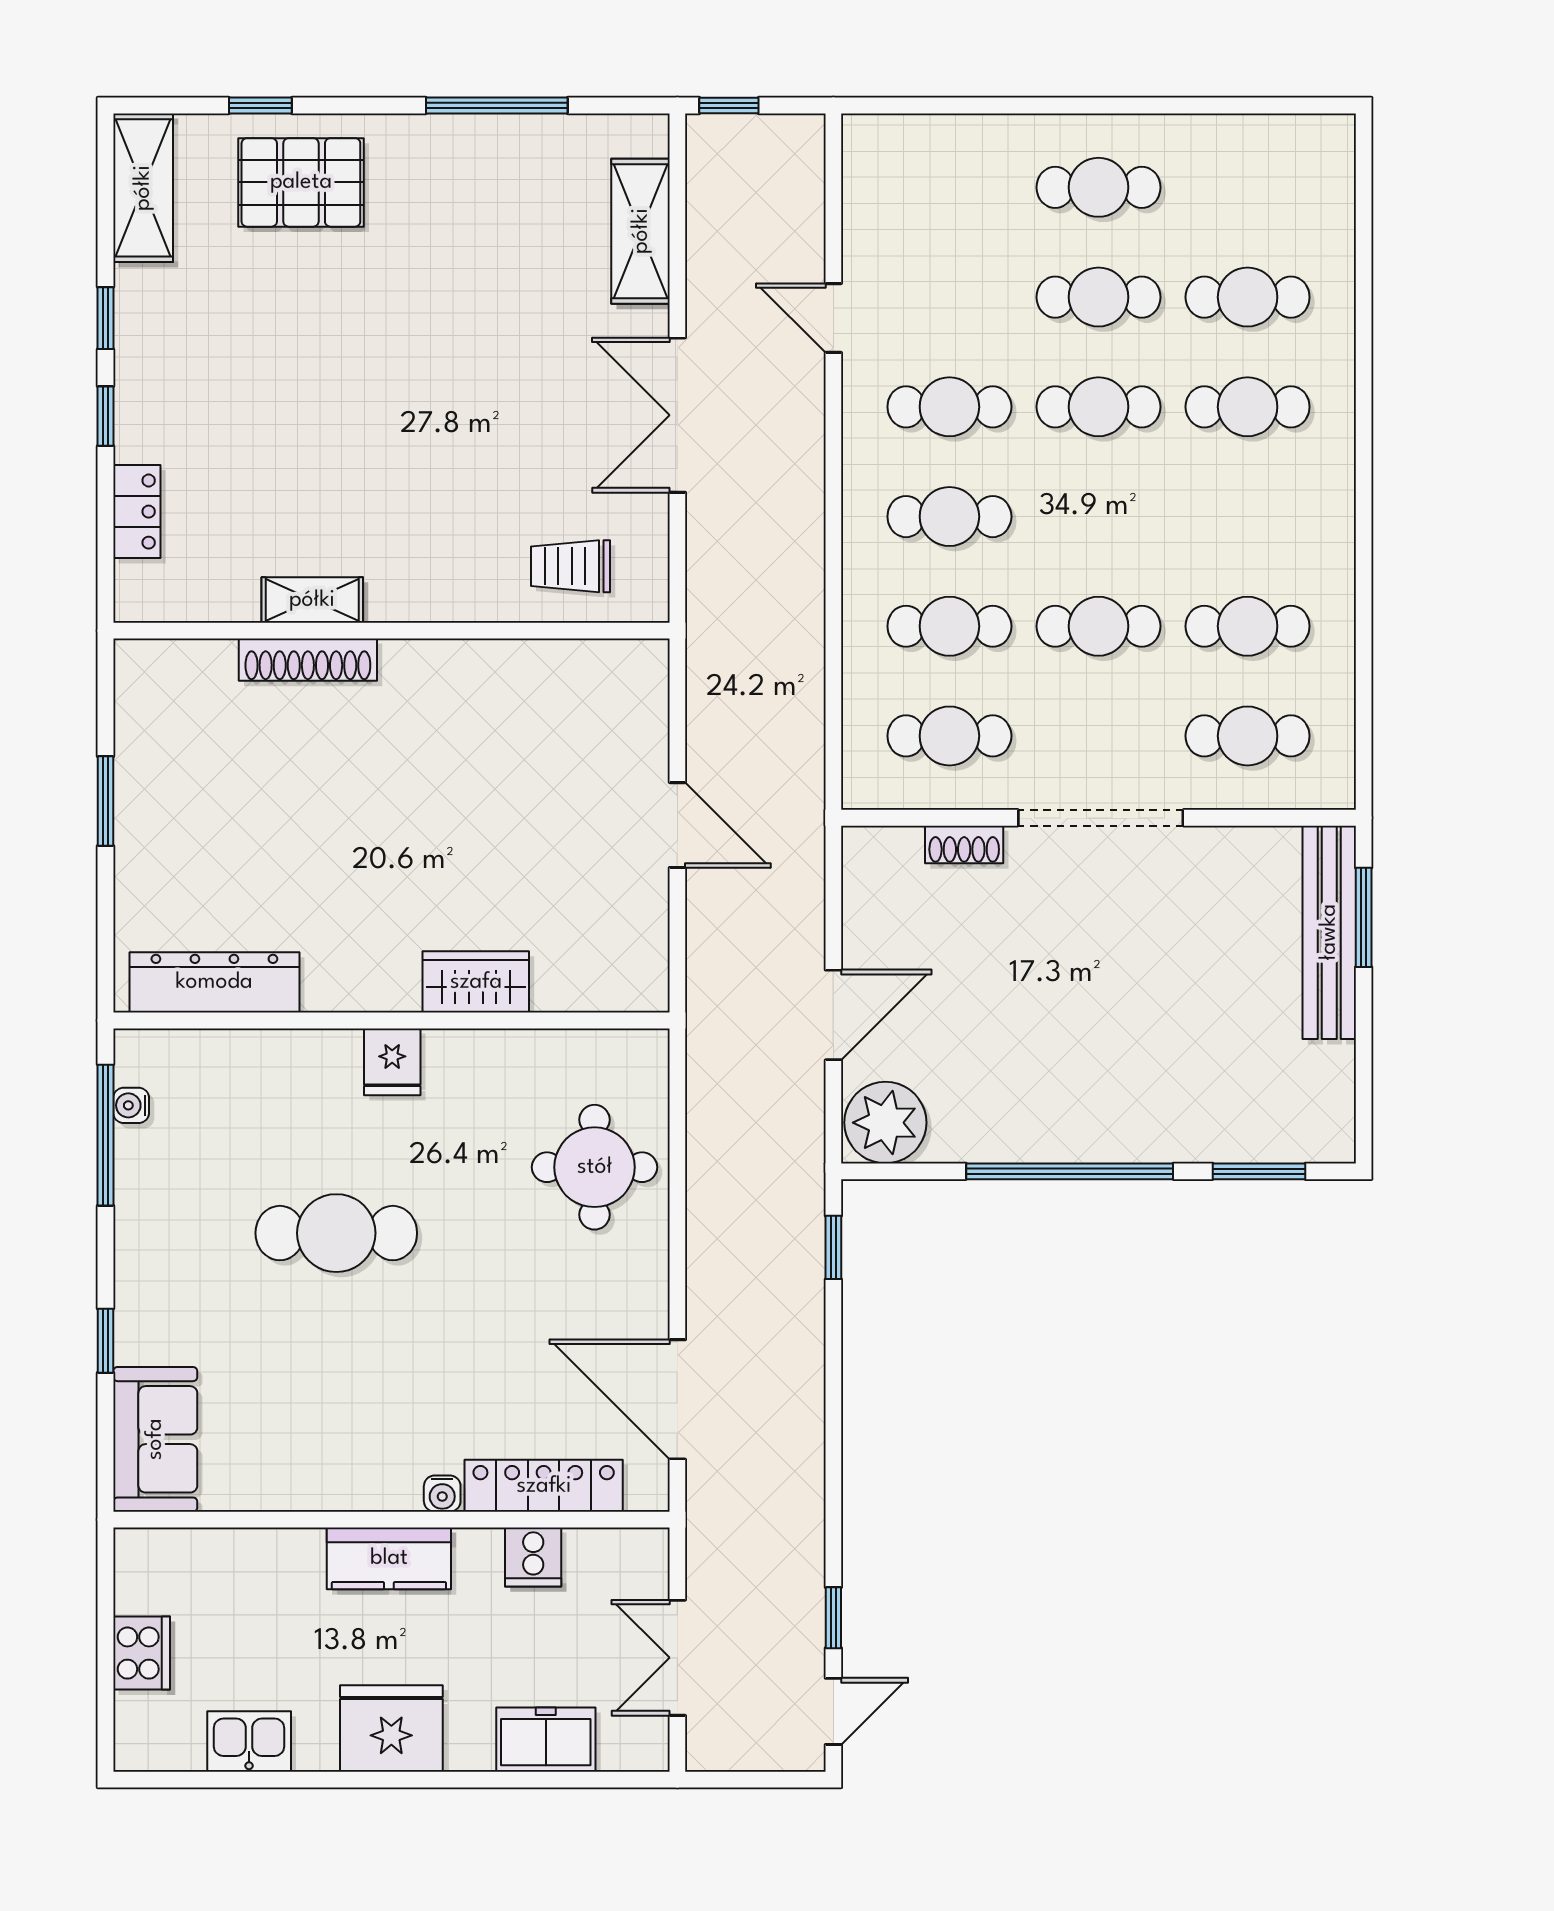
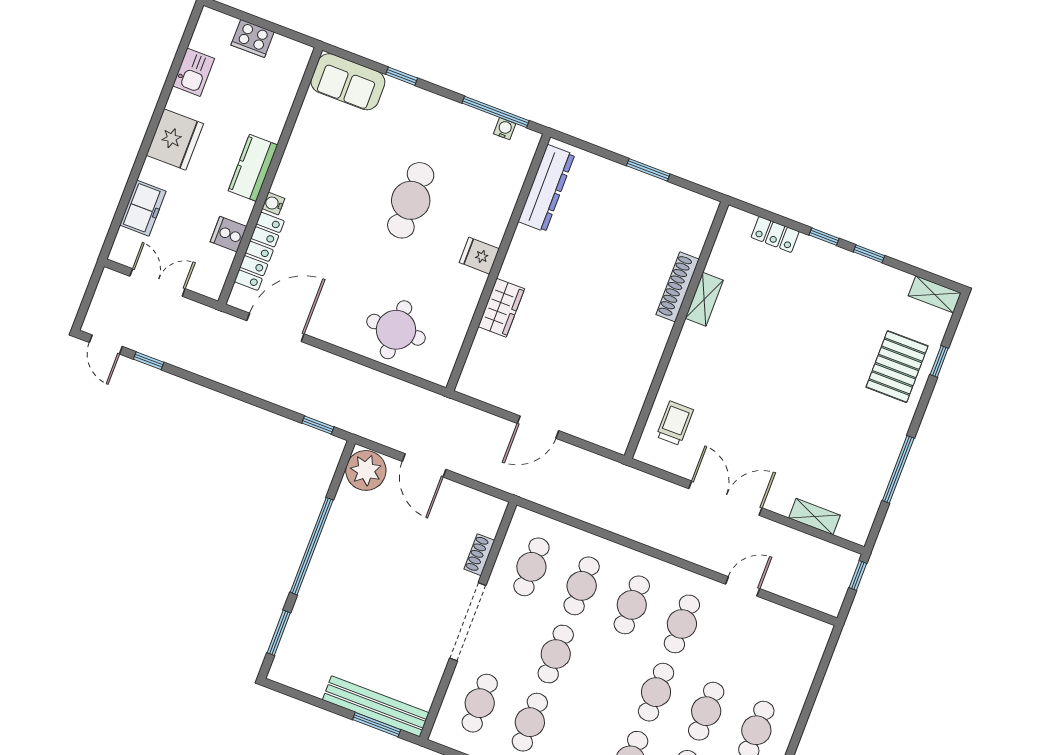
shelving: (143, 188) -> (935, 294), width x0.67, depth x0.75
shelving: (641, 231) -> (815, 517), width x0.67, depth x0.75

